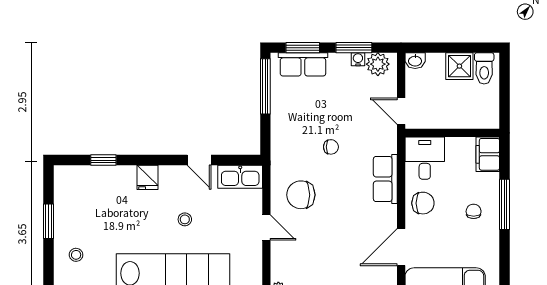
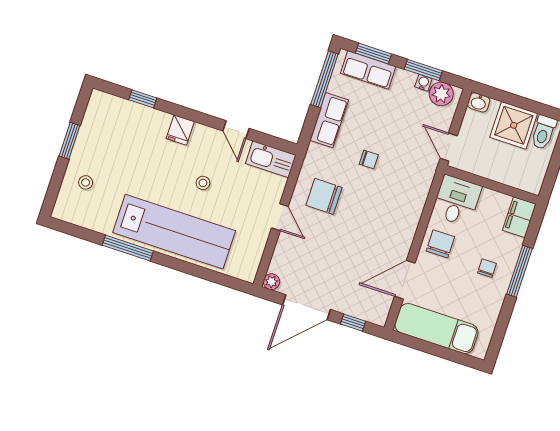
shower: (459, 66) -> (514, 125), width x1.36, depth x1.36
row of seats: (385, 179) -> (329, 120), moved, turned 180
chair: (423, 203) -> (440, 244), turned -90

